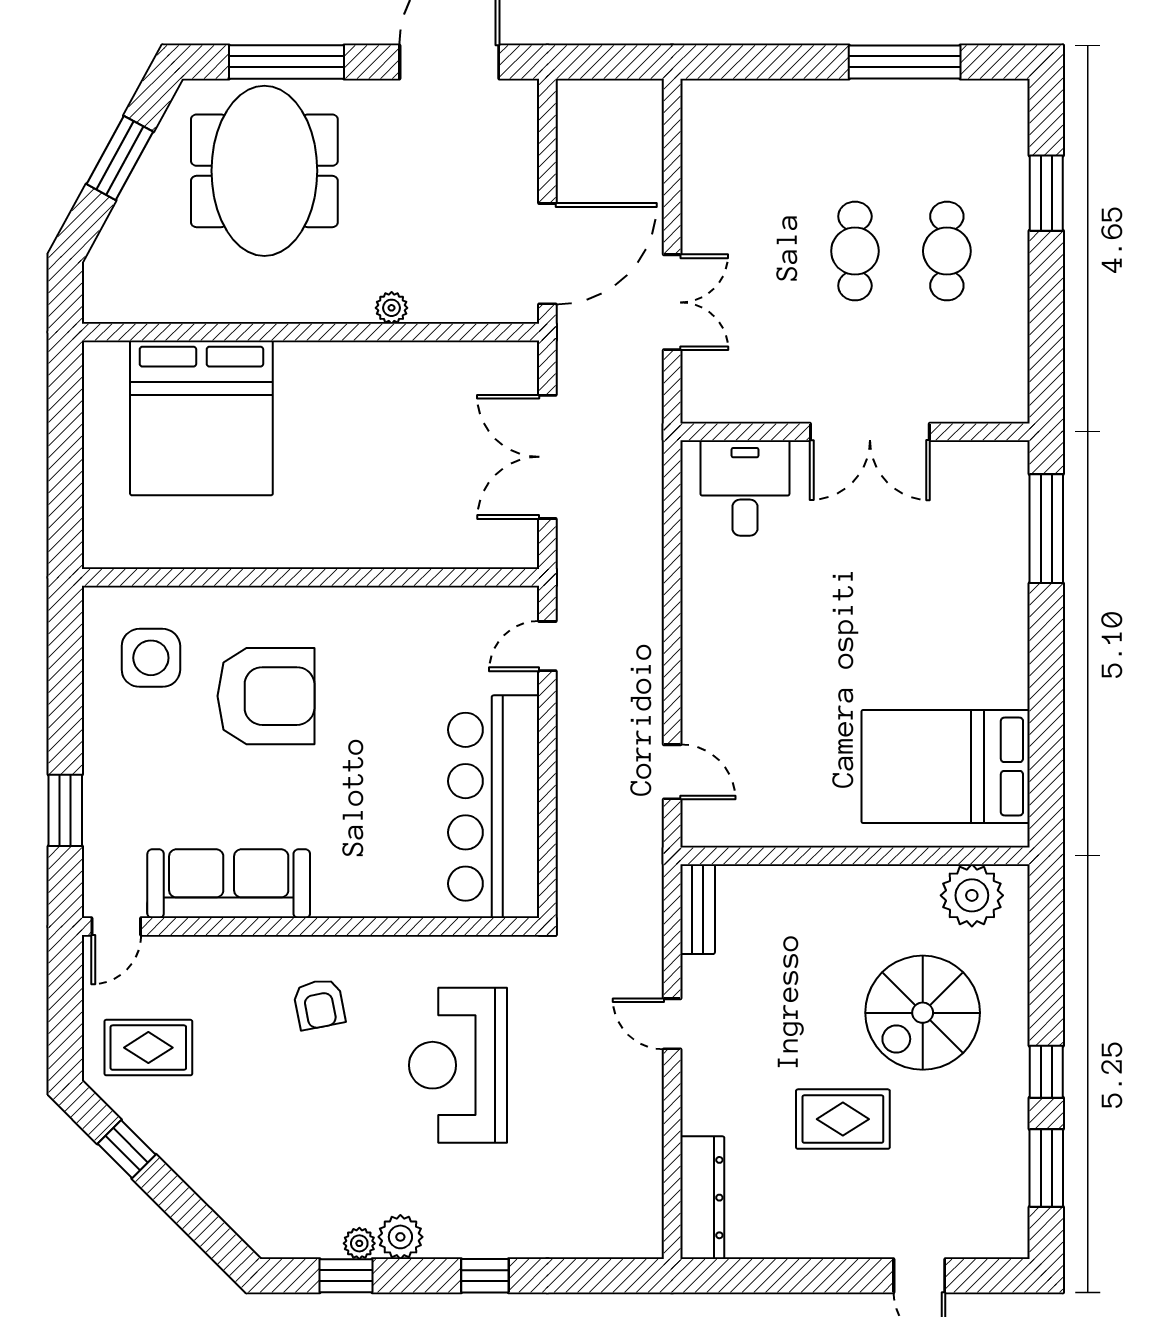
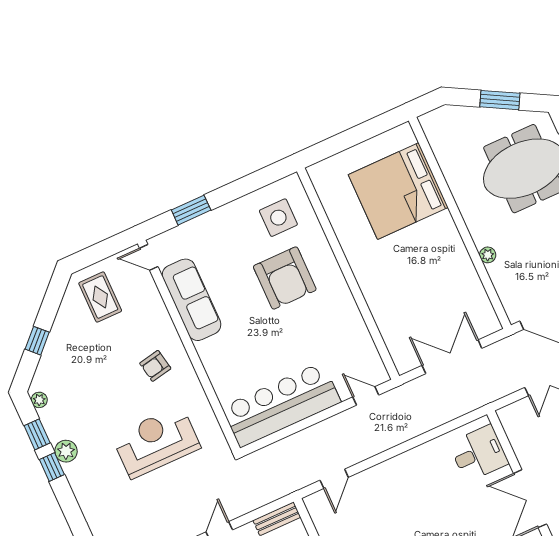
window: (127, 1149) -> (37, 341), moved
plant: (359, 1243) -> (39, 400), moved
window: (485, 1276) -> (52, 467), moved

